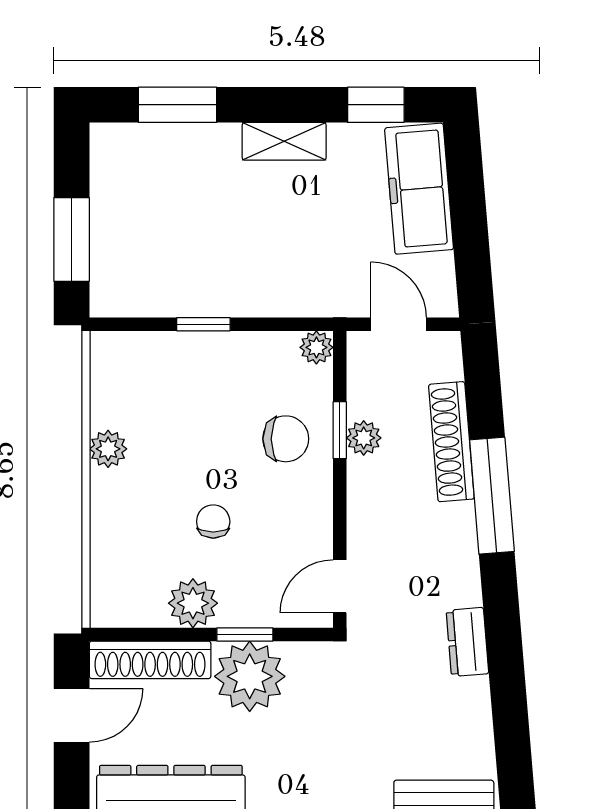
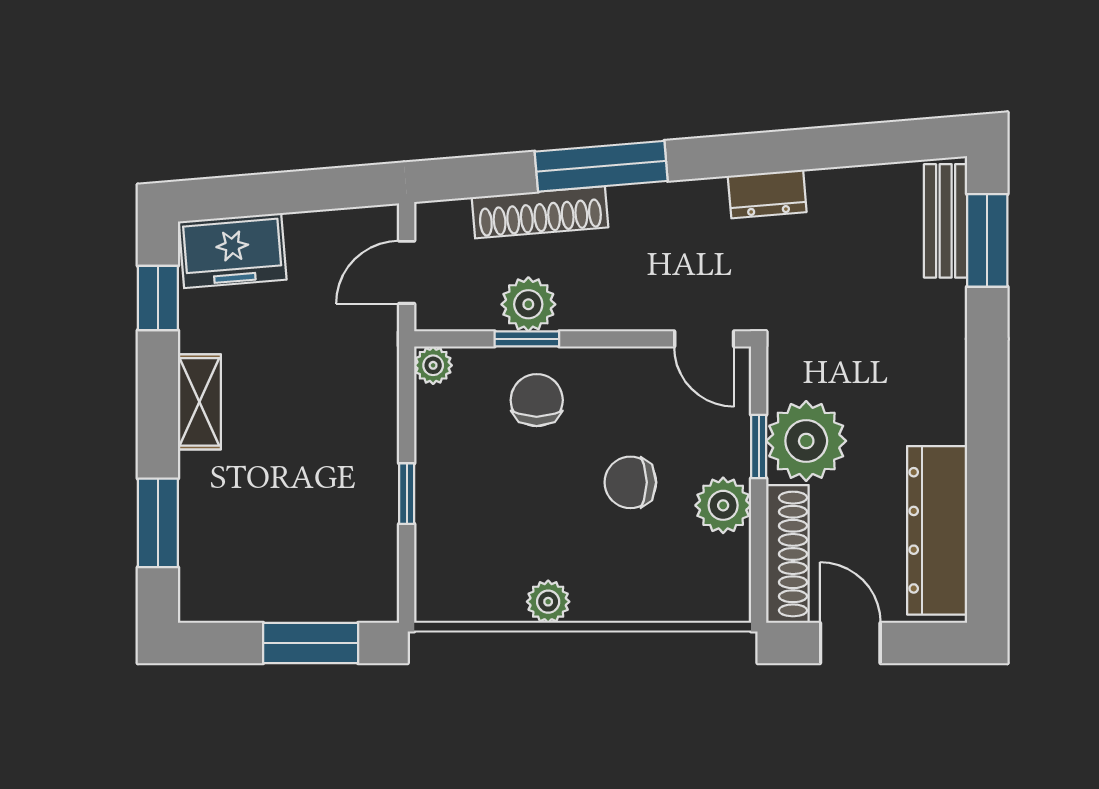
freezer: (419, 189) -> (233, 251), width x0.71
plant: (364, 438) -> (528, 304), width x1.38, depth x1.38
chair: (213, 521) -> (630, 482), width x1.37, depth x1.37

